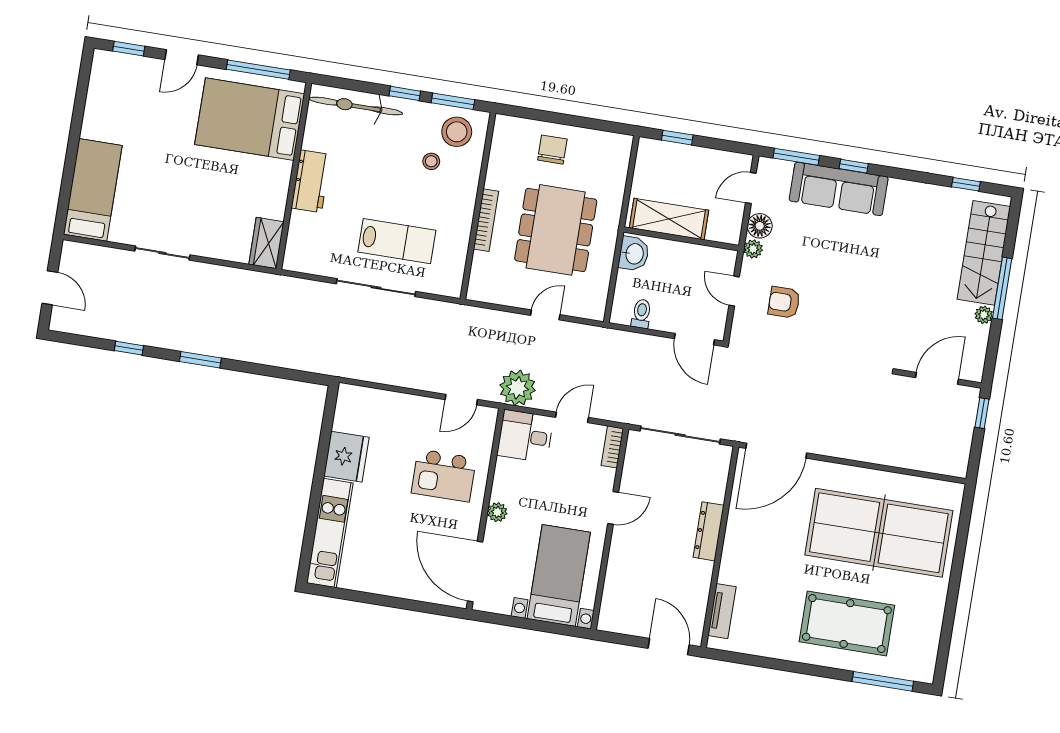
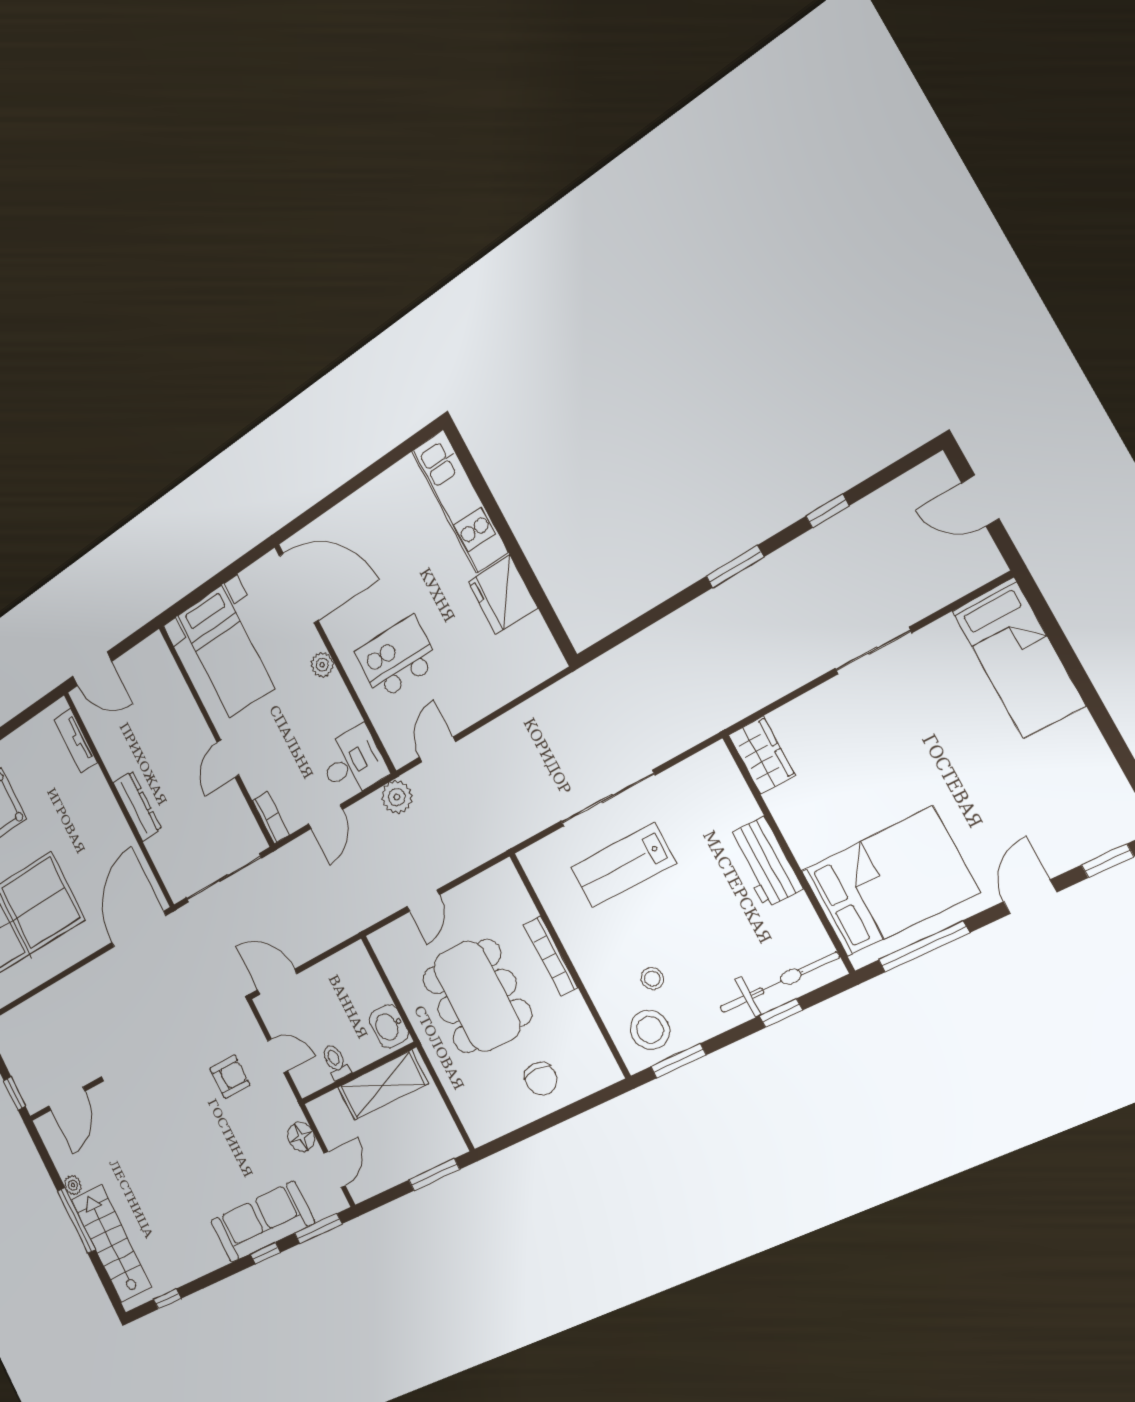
window: (405, 93) -> (781, 1013), moved
window: (677, 138) -> (434, 1175), width x1.50
plant: (753, 249) -> (291, 1110), removed
toilet: (641, 314) -> (336, 1062), moved, turned 180
plant: (518, 388) -> (397, 797), width x0.73, depth x0.73

